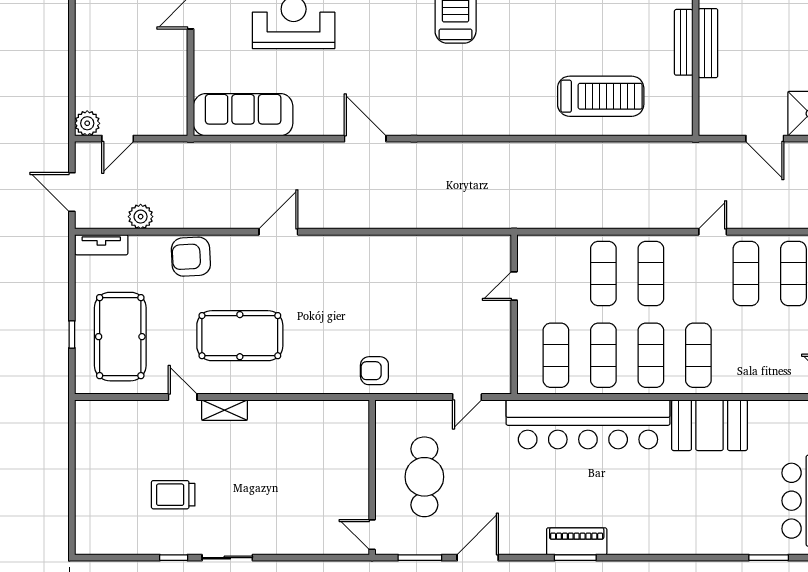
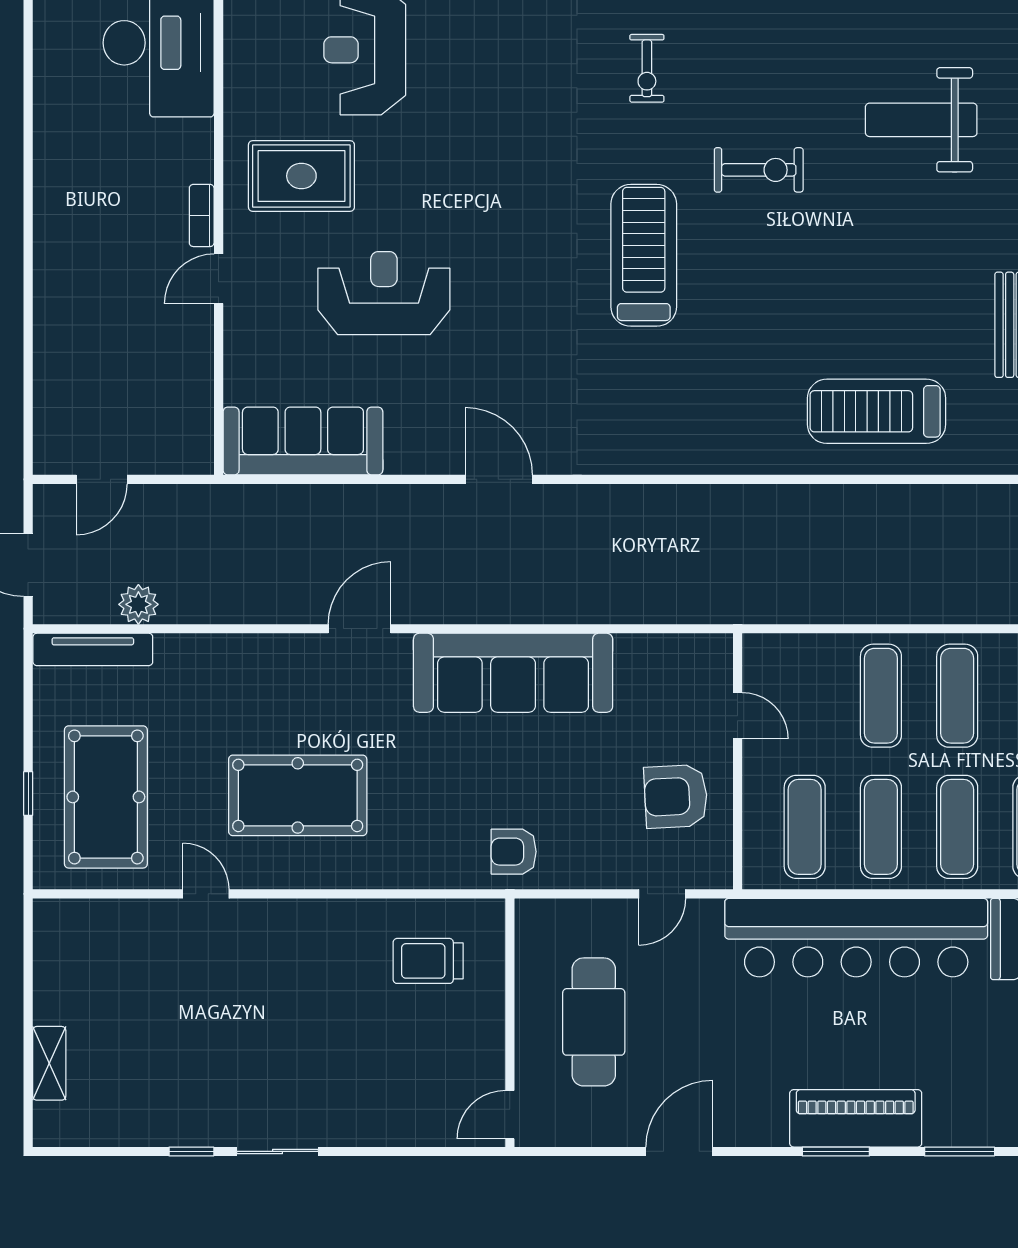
treadmill: (601, 96) -> (877, 411), turned 180
plant: (87, 123) -> (53, 455), removed
tv unit: (101, 245) -> (93, 649), width x1.41
armchair: (191, 257) -> (676, 796), moved
sofa: (374, 259) -> (513, 673), added
door: (514, 286) -> (738, 716), swing flipped
shelving: (224, 410) -> (49, 1063), moved, turned 90
trolley: (173, 495) -> (428, 961), moved
door: (372, 535) -> (510, 1115), hinge flipped
piano: (577, 541) -> (856, 1118), width x1.37, depth x1.33
window: (420, 558) -> (960, 1151), moved

